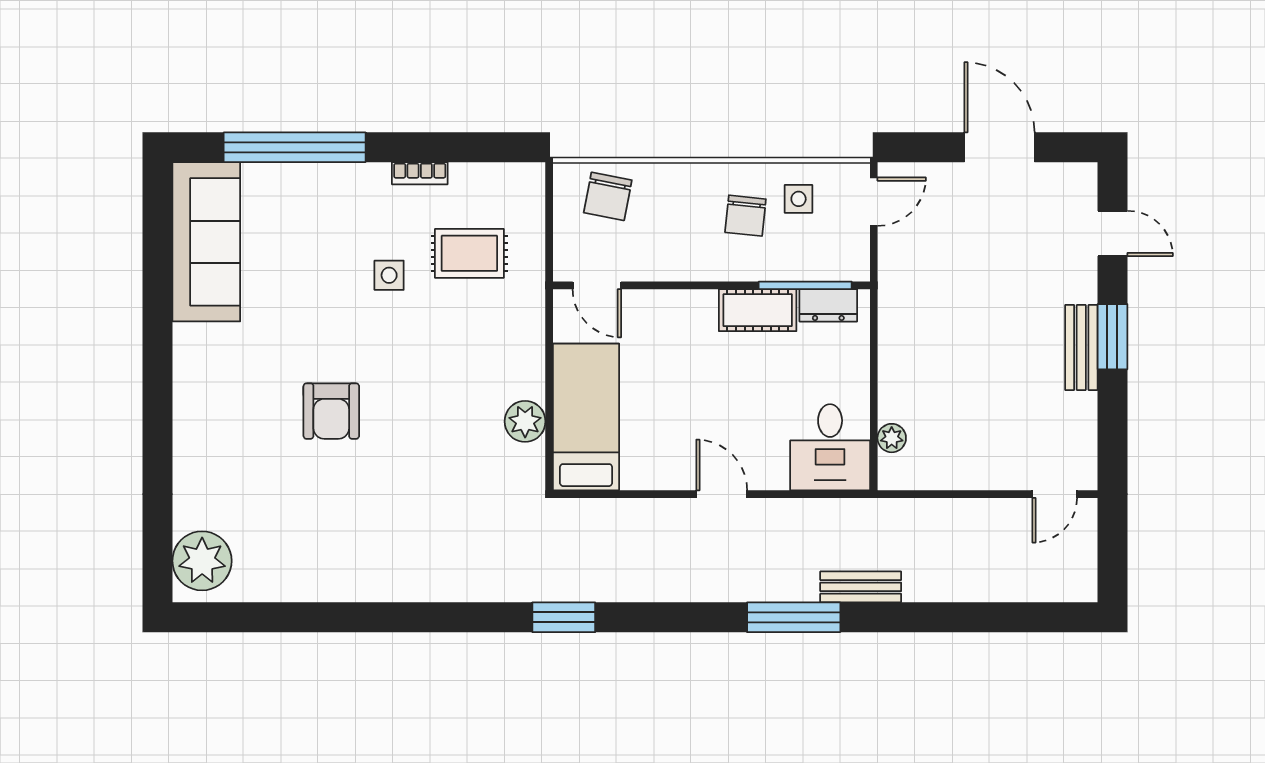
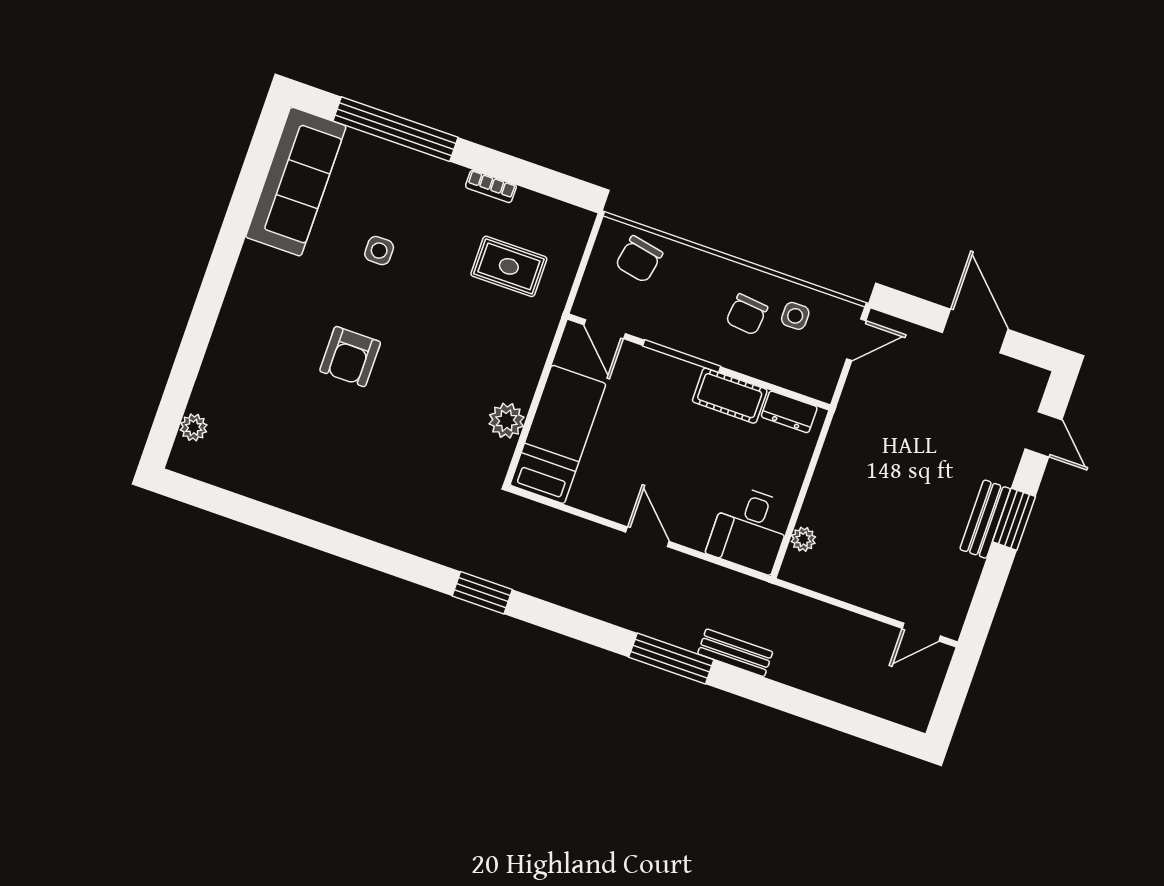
side table: (389, 275) -> (379, 251), moved
window: (805, 285) -> (682, 356), moved
plant: (202, 561) -> (194, 427), width x0.53, depth x0.53

